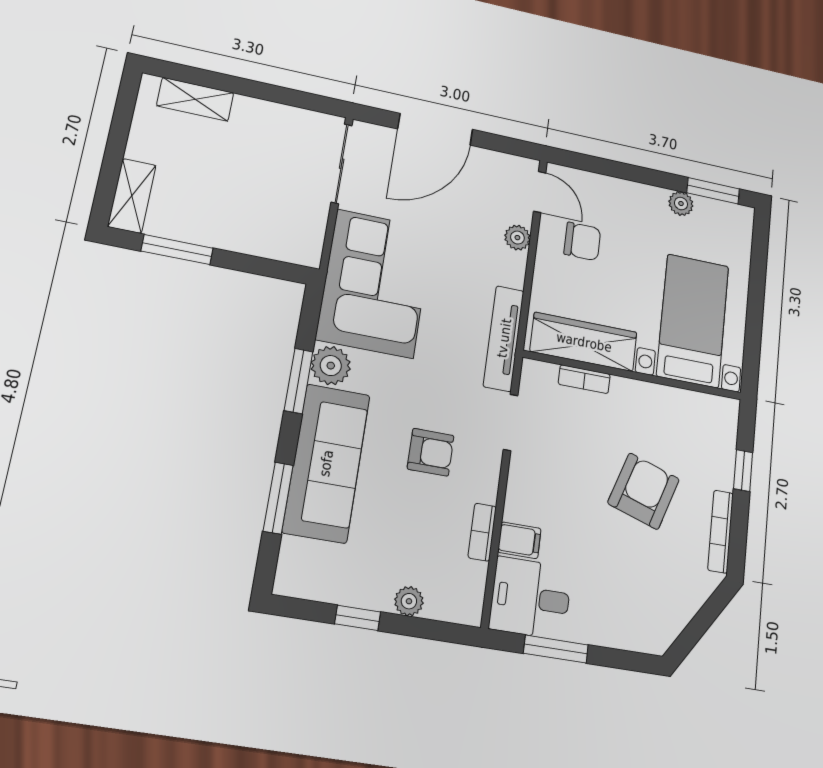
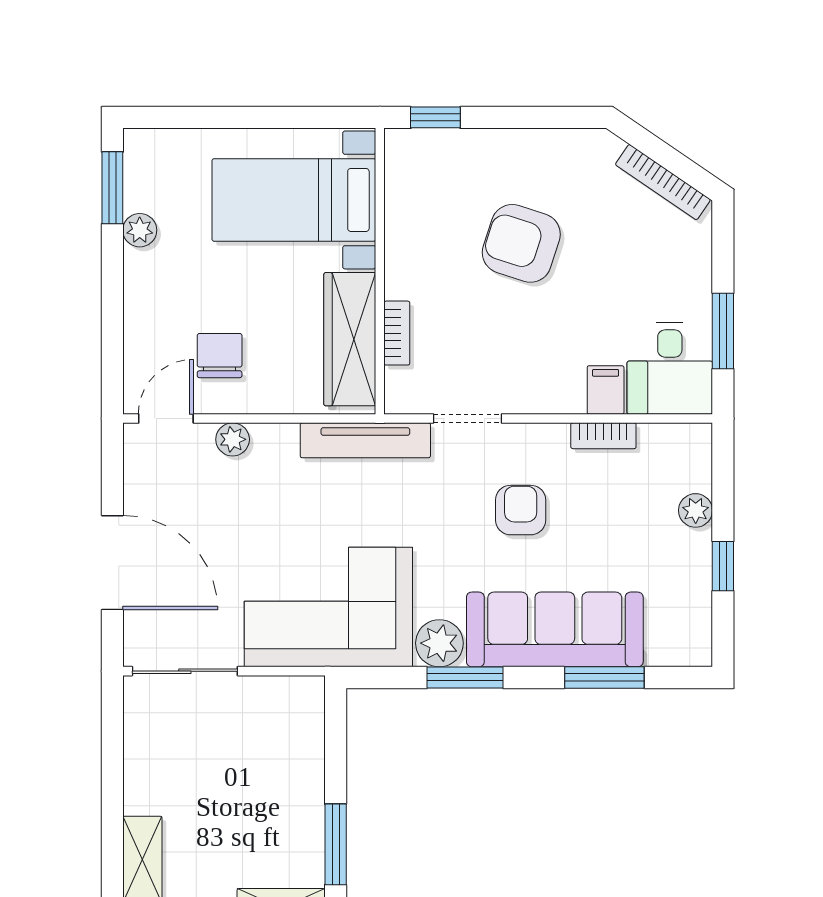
window: (743, 471) -> (435, 117), moved
bookcase: (721, 532) -> (663, 182), moved, turned 34

